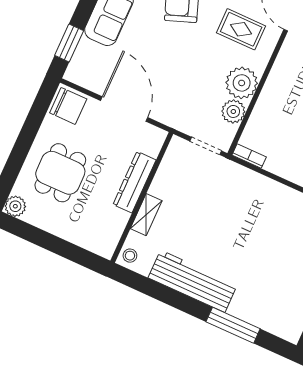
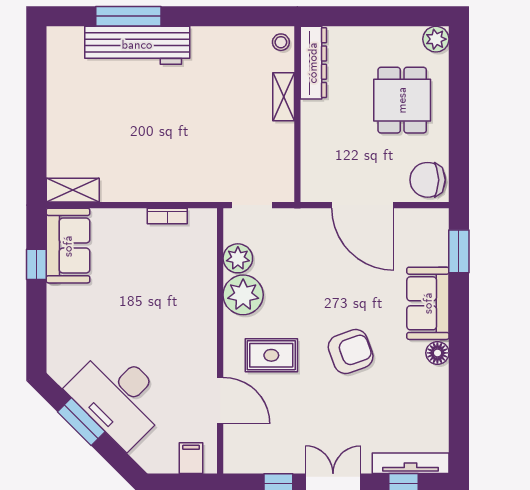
bookcase: (249, 156) -> (167, 216), moved
dresser: (134, 182) -> (313, 63), moved
workbench: (193, 281) -> (137, 45), moved

